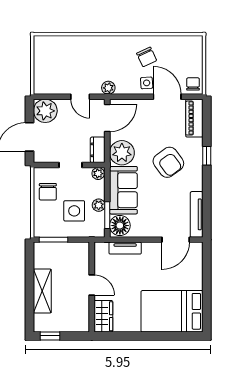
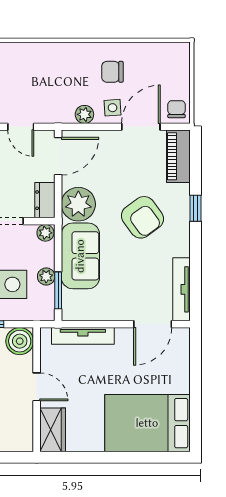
chair: (147, 57) -> (112, 72), turned 115
plant: (108, 88) -> (84, 114), moved
door: (167, 97) -> (141, 127), hinge flipped
floor lamp: (120, 226) -> (75, 305), removed
tv unit: (125, 248) -> (83, 336), width x1.41
boiler: (79, 252) -> (20, 341), added

